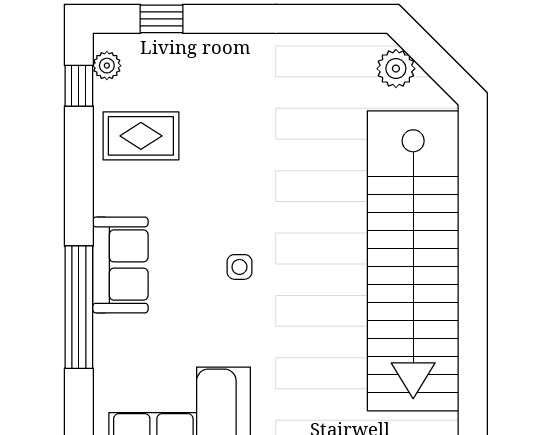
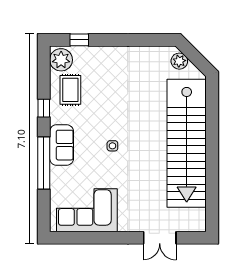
plant: (107, 66) -> (61, 60), width x1.88, depth x1.88
window: (79, 86) -> (44, 108), moved
rug: (141, 136) -> (70, 90), turned 90

